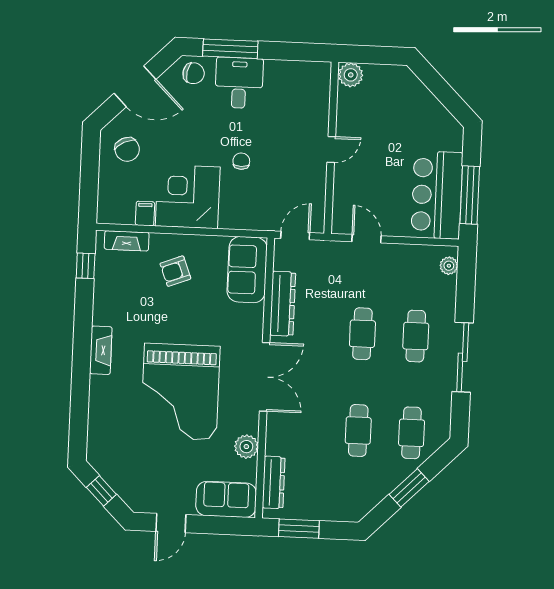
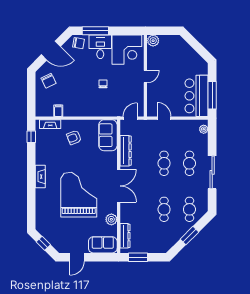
corner desk: (188, 197) -> (127, 50), moved, turned 180
grand piano: (180, 392) -> (79, 195), turned 180

